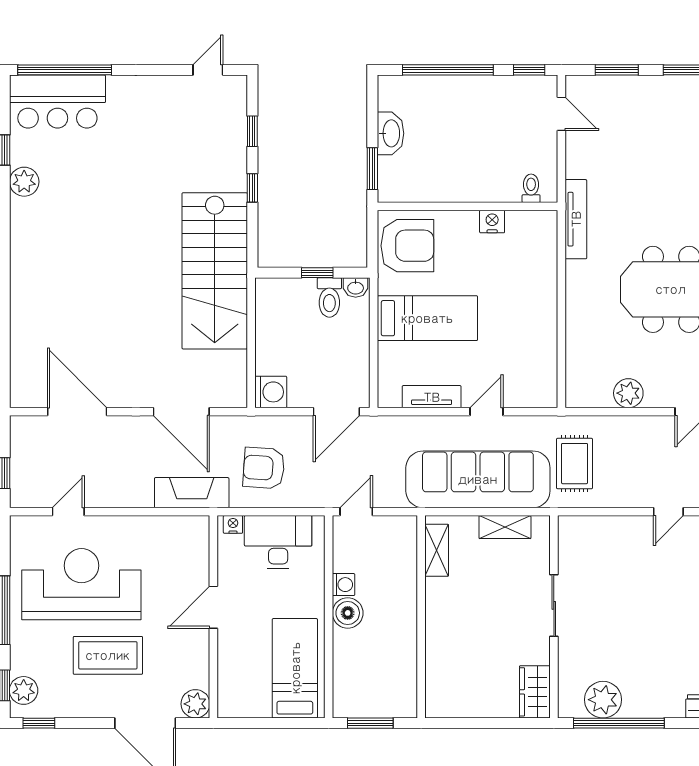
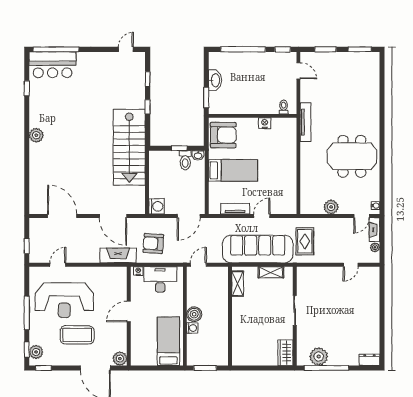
plant: (24, 182) -> (36, 135), moved
reception desk: (81, 584) -> (64, 300), turned 180
washing machine: (343, 585) -> (192, 328), moved

